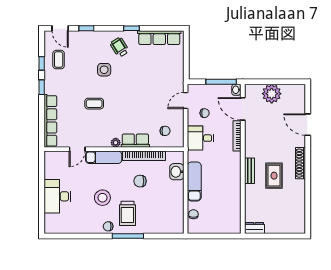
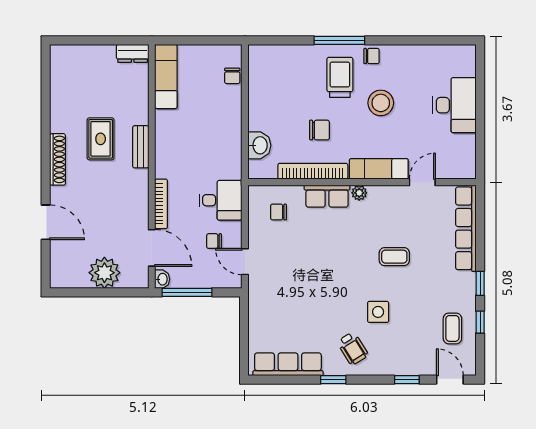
door: (186, 100) -> (245, 262), swing flipped
exam couch: (194, 181) -> (166, 76), moved, turned 180

